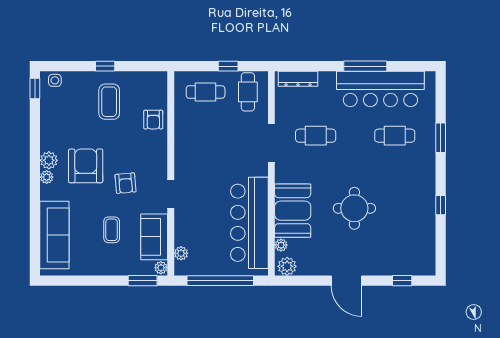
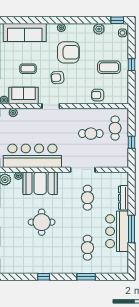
dresser: (298, 79) -> (123, 198), moved
bar counter: (380, 89) -> (117, 231), width x0.73
cafe table: (248, 92) -> (91, 134), moved
plant: (49, 160) -> (99, 29), moved

